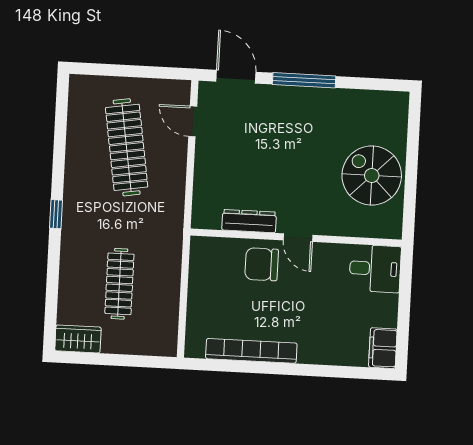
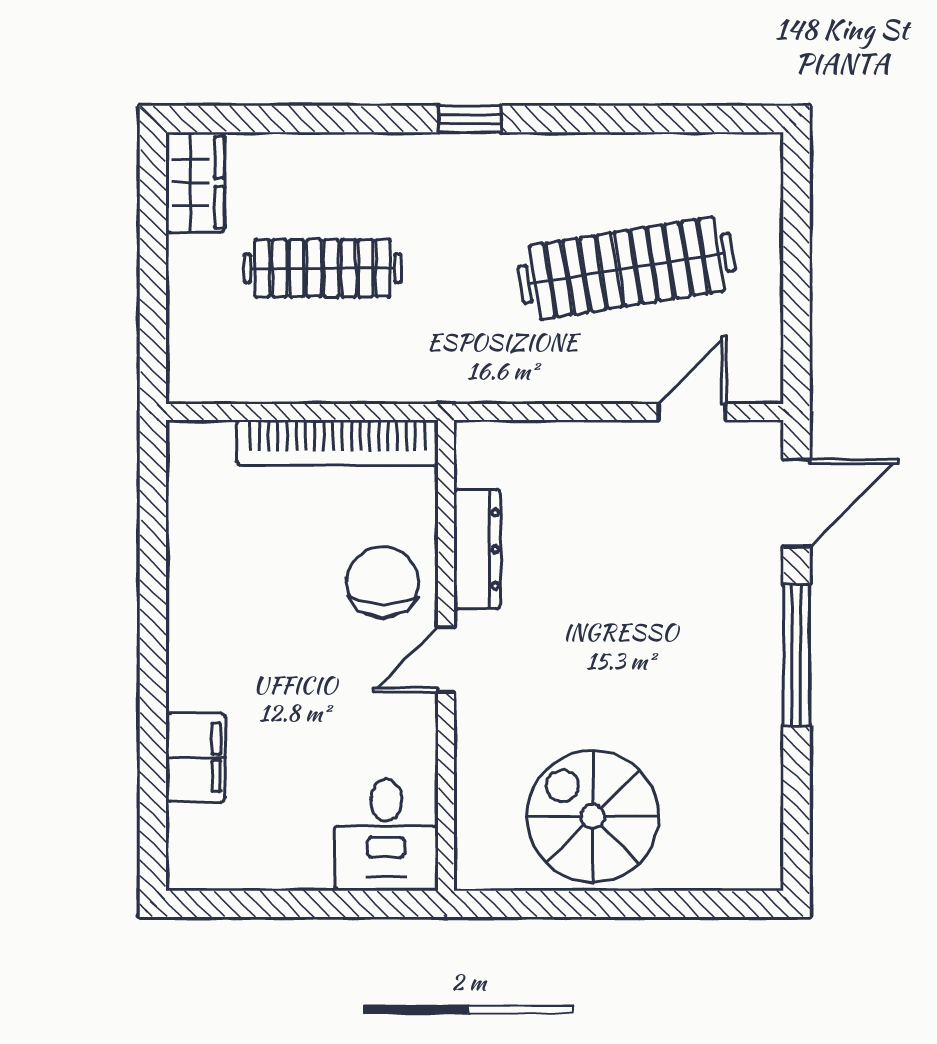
spiral stairs: (372, 176) -> (593, 816), turned -90
filing cabinet: (383, 348) -> (196, 757), moved, turned 90
bookcase: (251, 351) -> (337, 443), moved, turned 90

